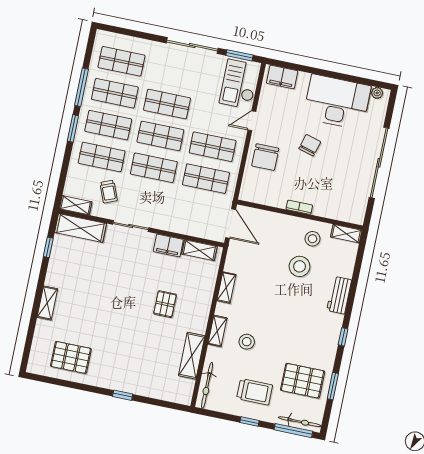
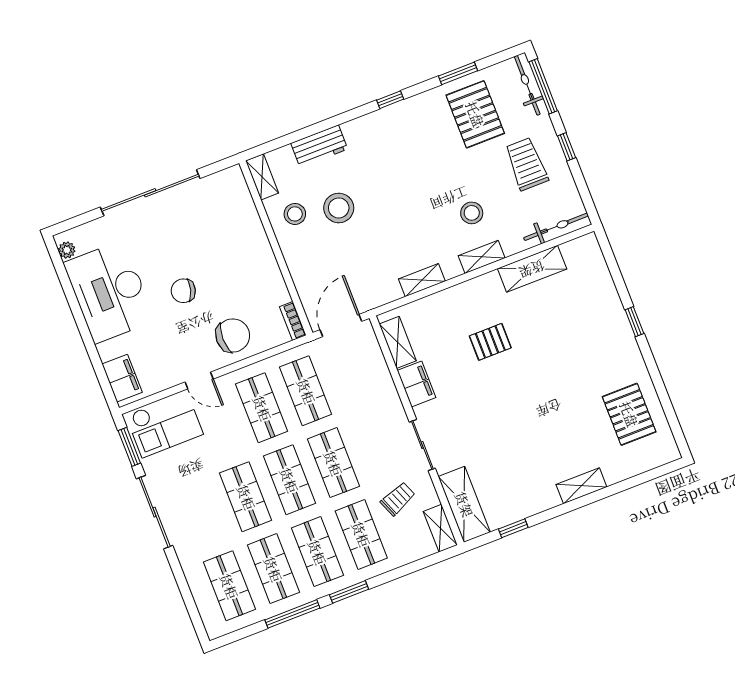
bookcase: (299, 207) -> (293, 321), moved
workbench: (339, 295) -> (319, 146), moved

